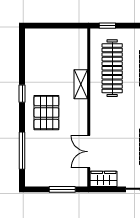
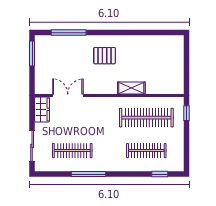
window: (22, 94) -> (122, 33), removed
pallet: (46, 113) -> (105, 56), width x0.67, depth x0.71
window: (62, 189) -> (32, 53), moved

